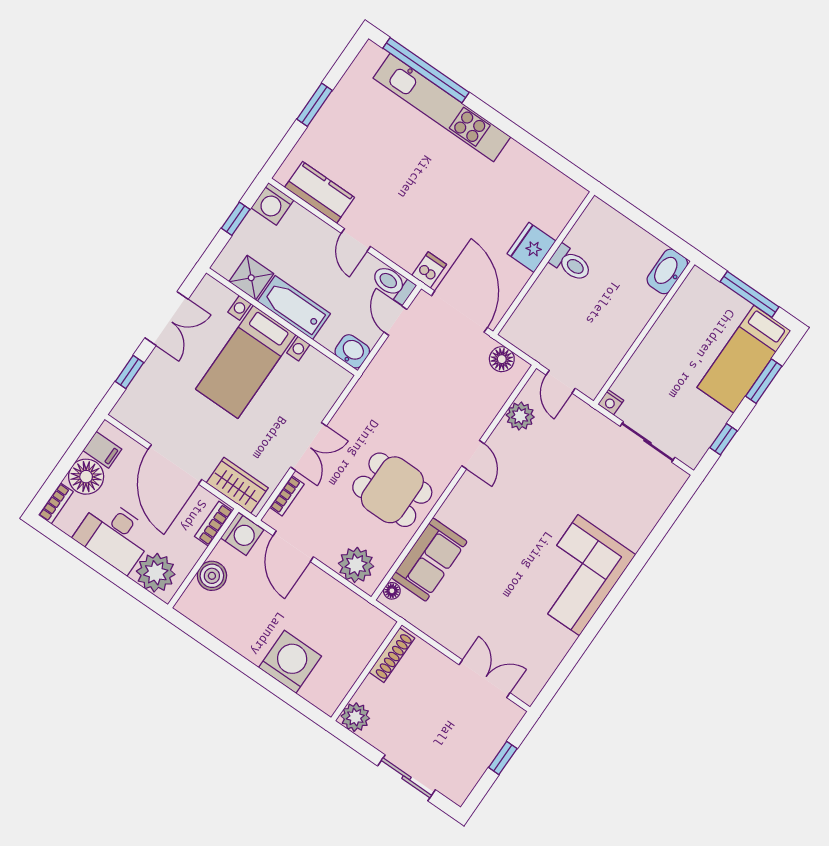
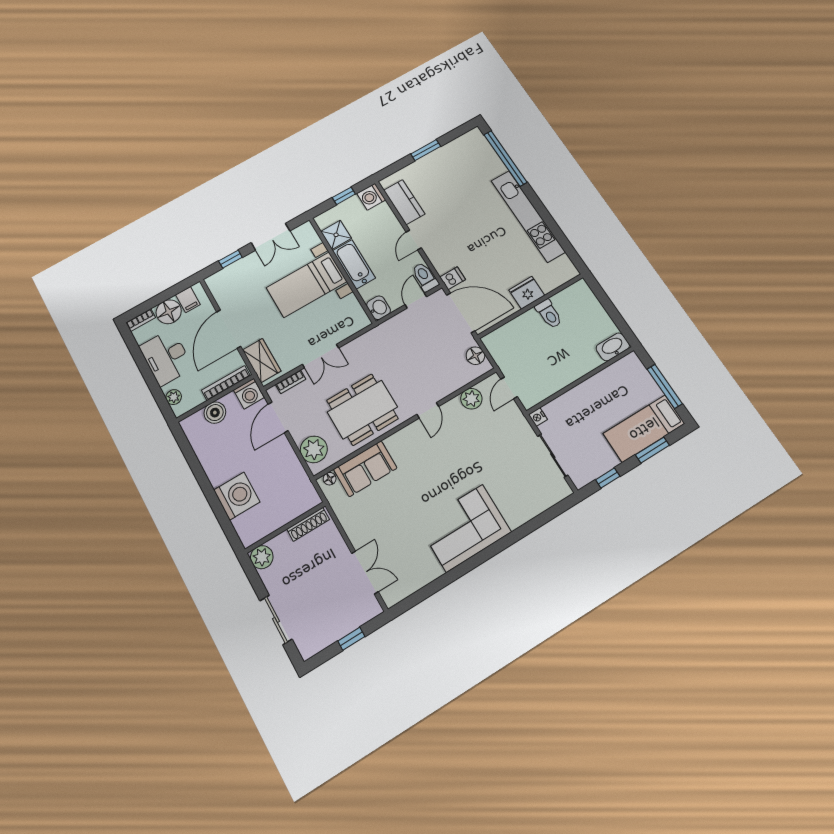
kitchen unit: (442, 108) -> (528, 216), moved
door: (459, 312) -> (461, 313), hinge flipped
dining table: (392, 490) -> (362, 409), width x1.38
bookcase: (214, 524) -> (226, 383), width x1.56
plant: (156, 573) -> (174, 397), width x0.53, depth x0.53

